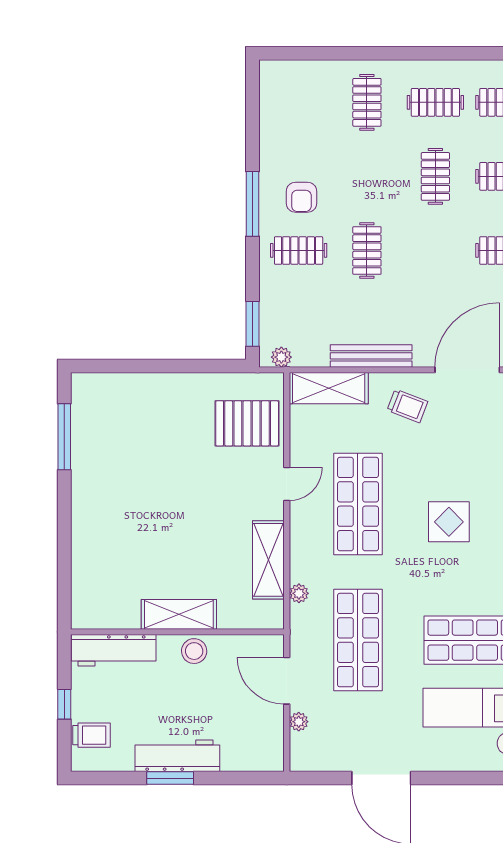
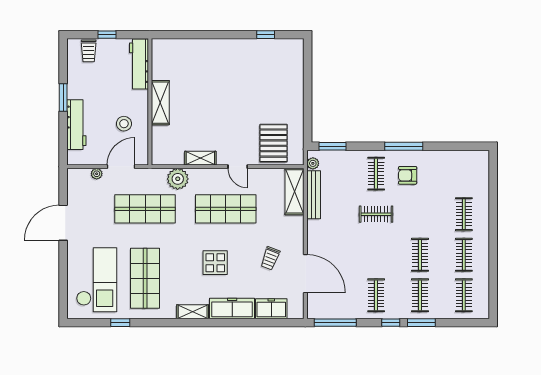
clothes rail: (367, 102) -> (464, 214), turned 90
clothes rail: (435, 176) -> (420, 255), turned 90
bench: (371, 356) -> (314, 195), moved
trolley: (407, 406) -> (270, 258), moved
window: (64, 437) -> (266, 35), width x0.46
shelving: (268, 560) -> (200, 158), width x0.67, depth x0.75
plant: (299, 593) -> (178, 179), width x1.87, depth x1.87
stool: (194, 651) -> (124, 124), moved
workbench: (177, 756) -> (76, 125), moved

